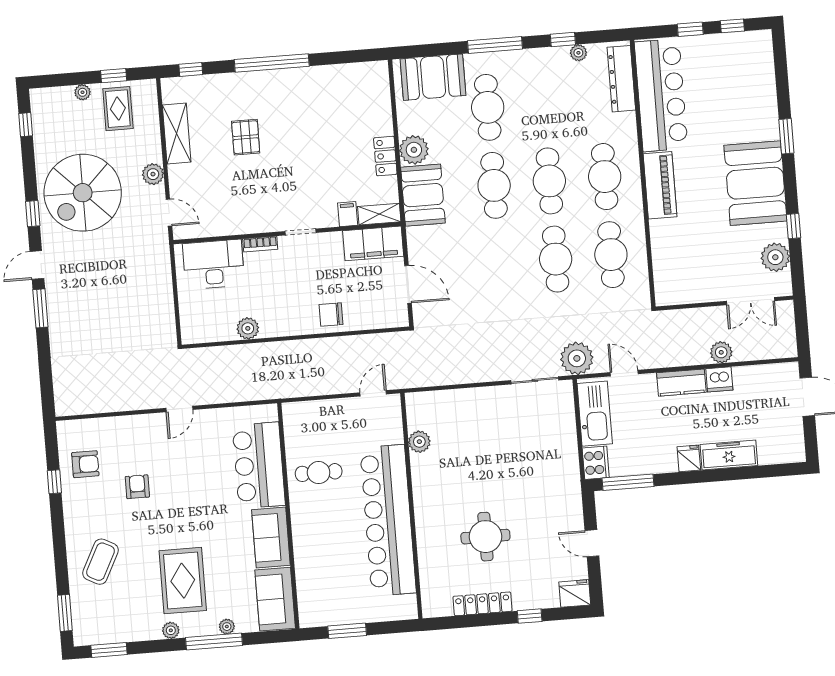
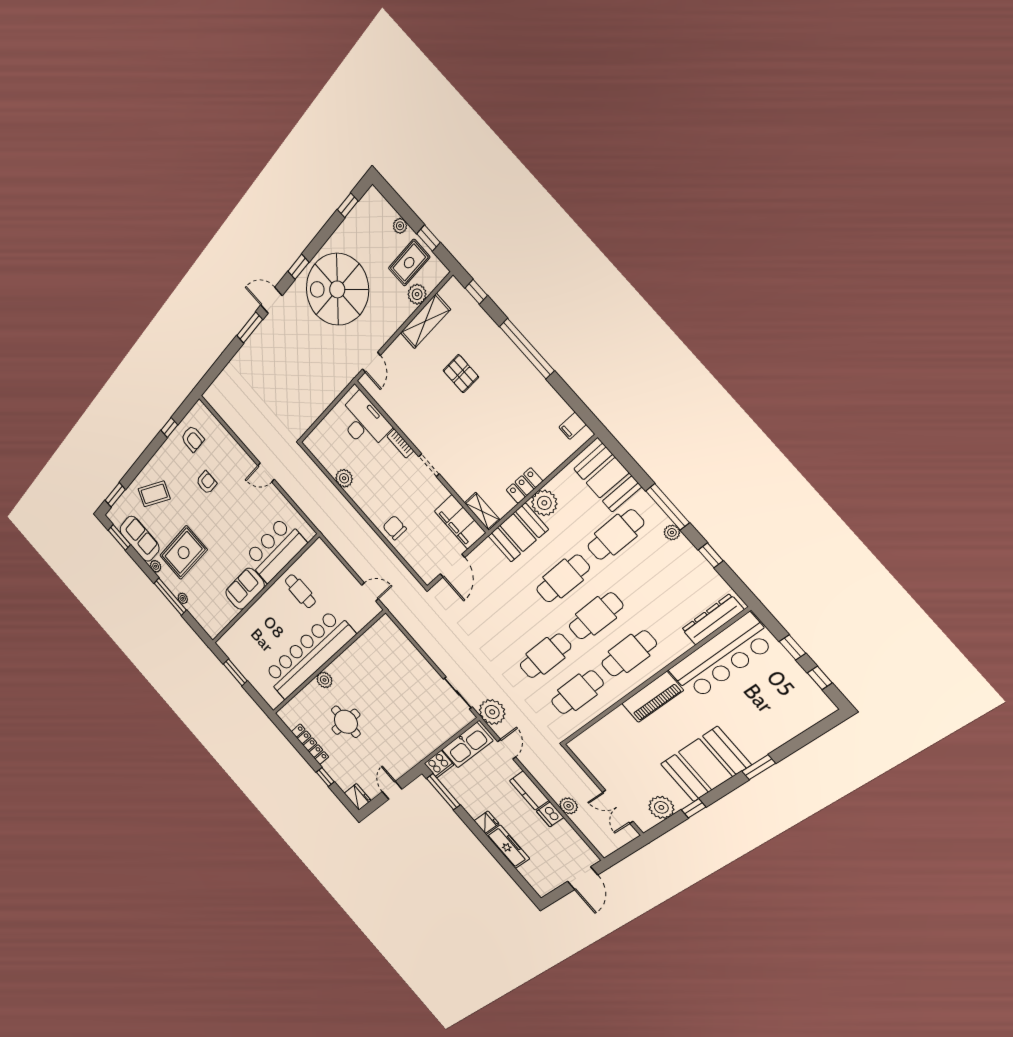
plant: (578, 53) -> (672, 532), moved
pallet: (246, 137) -> (461, 374), turned 90
plant: (153, 174) -> (417, 294), moved
filing cabinet: (348, 214) -> (573, 426), moved, turned 180
plant: (419, 442) -> (324, 680), moved
sofa: (275, 599) -> (140, 539), moved, turned 90

